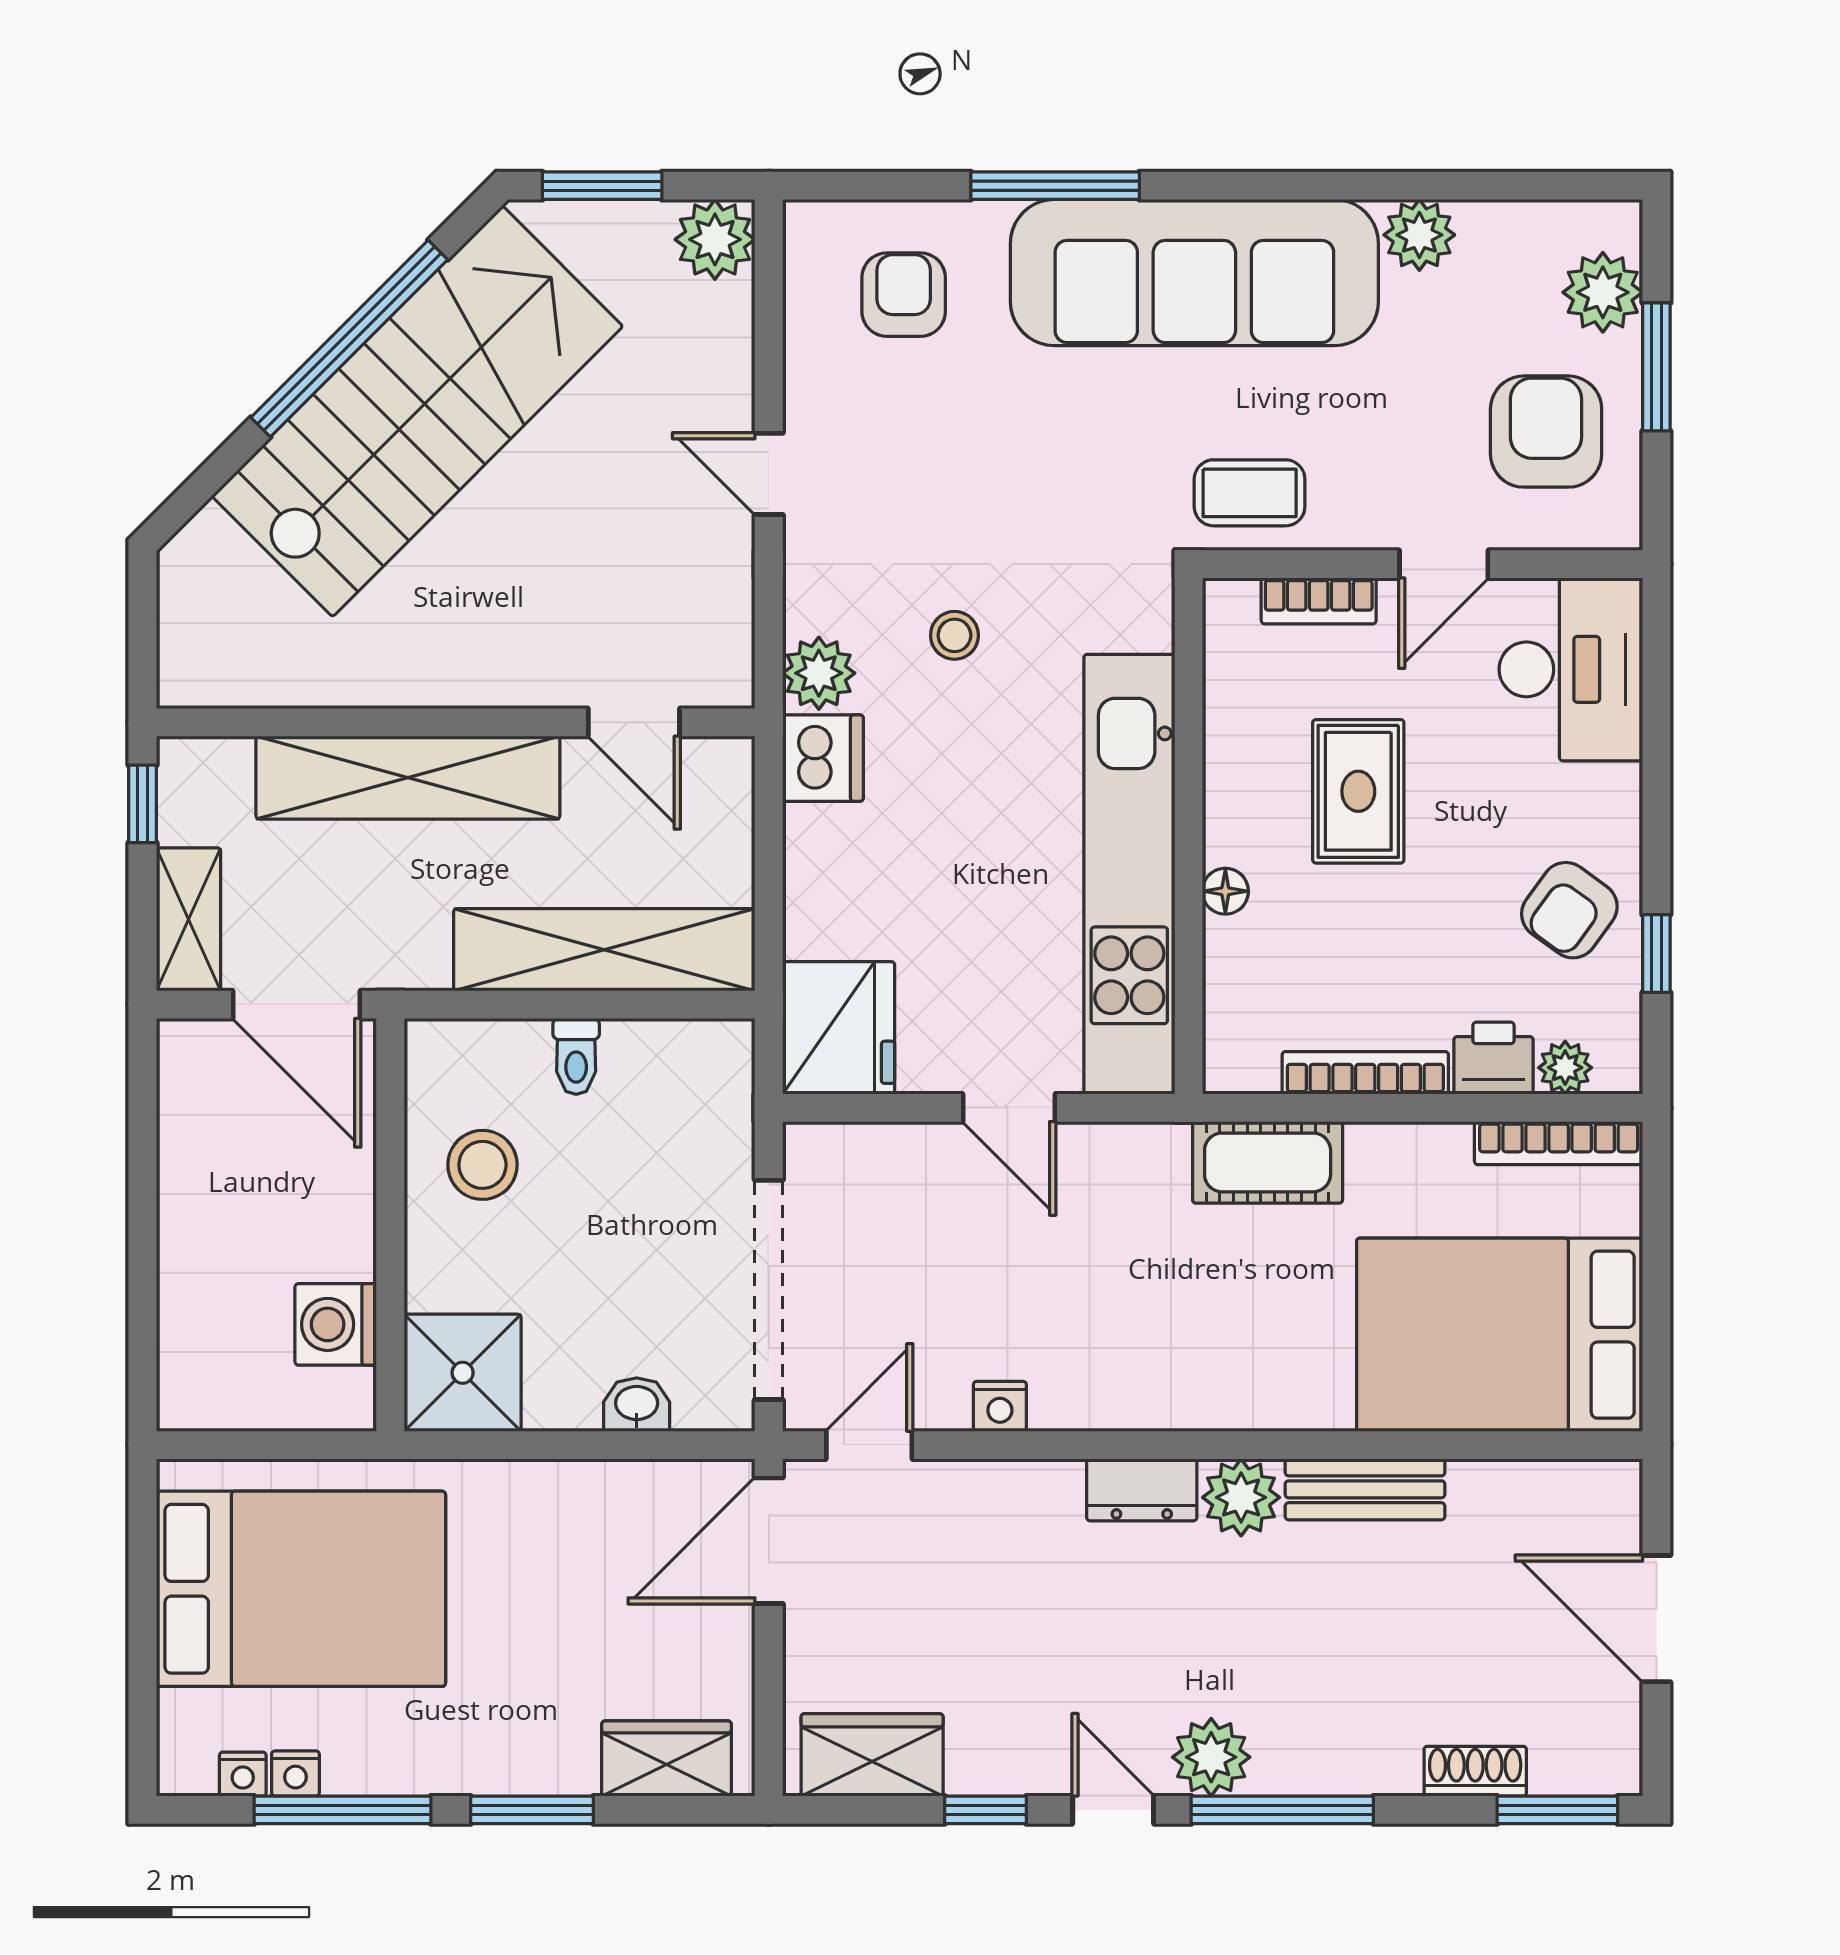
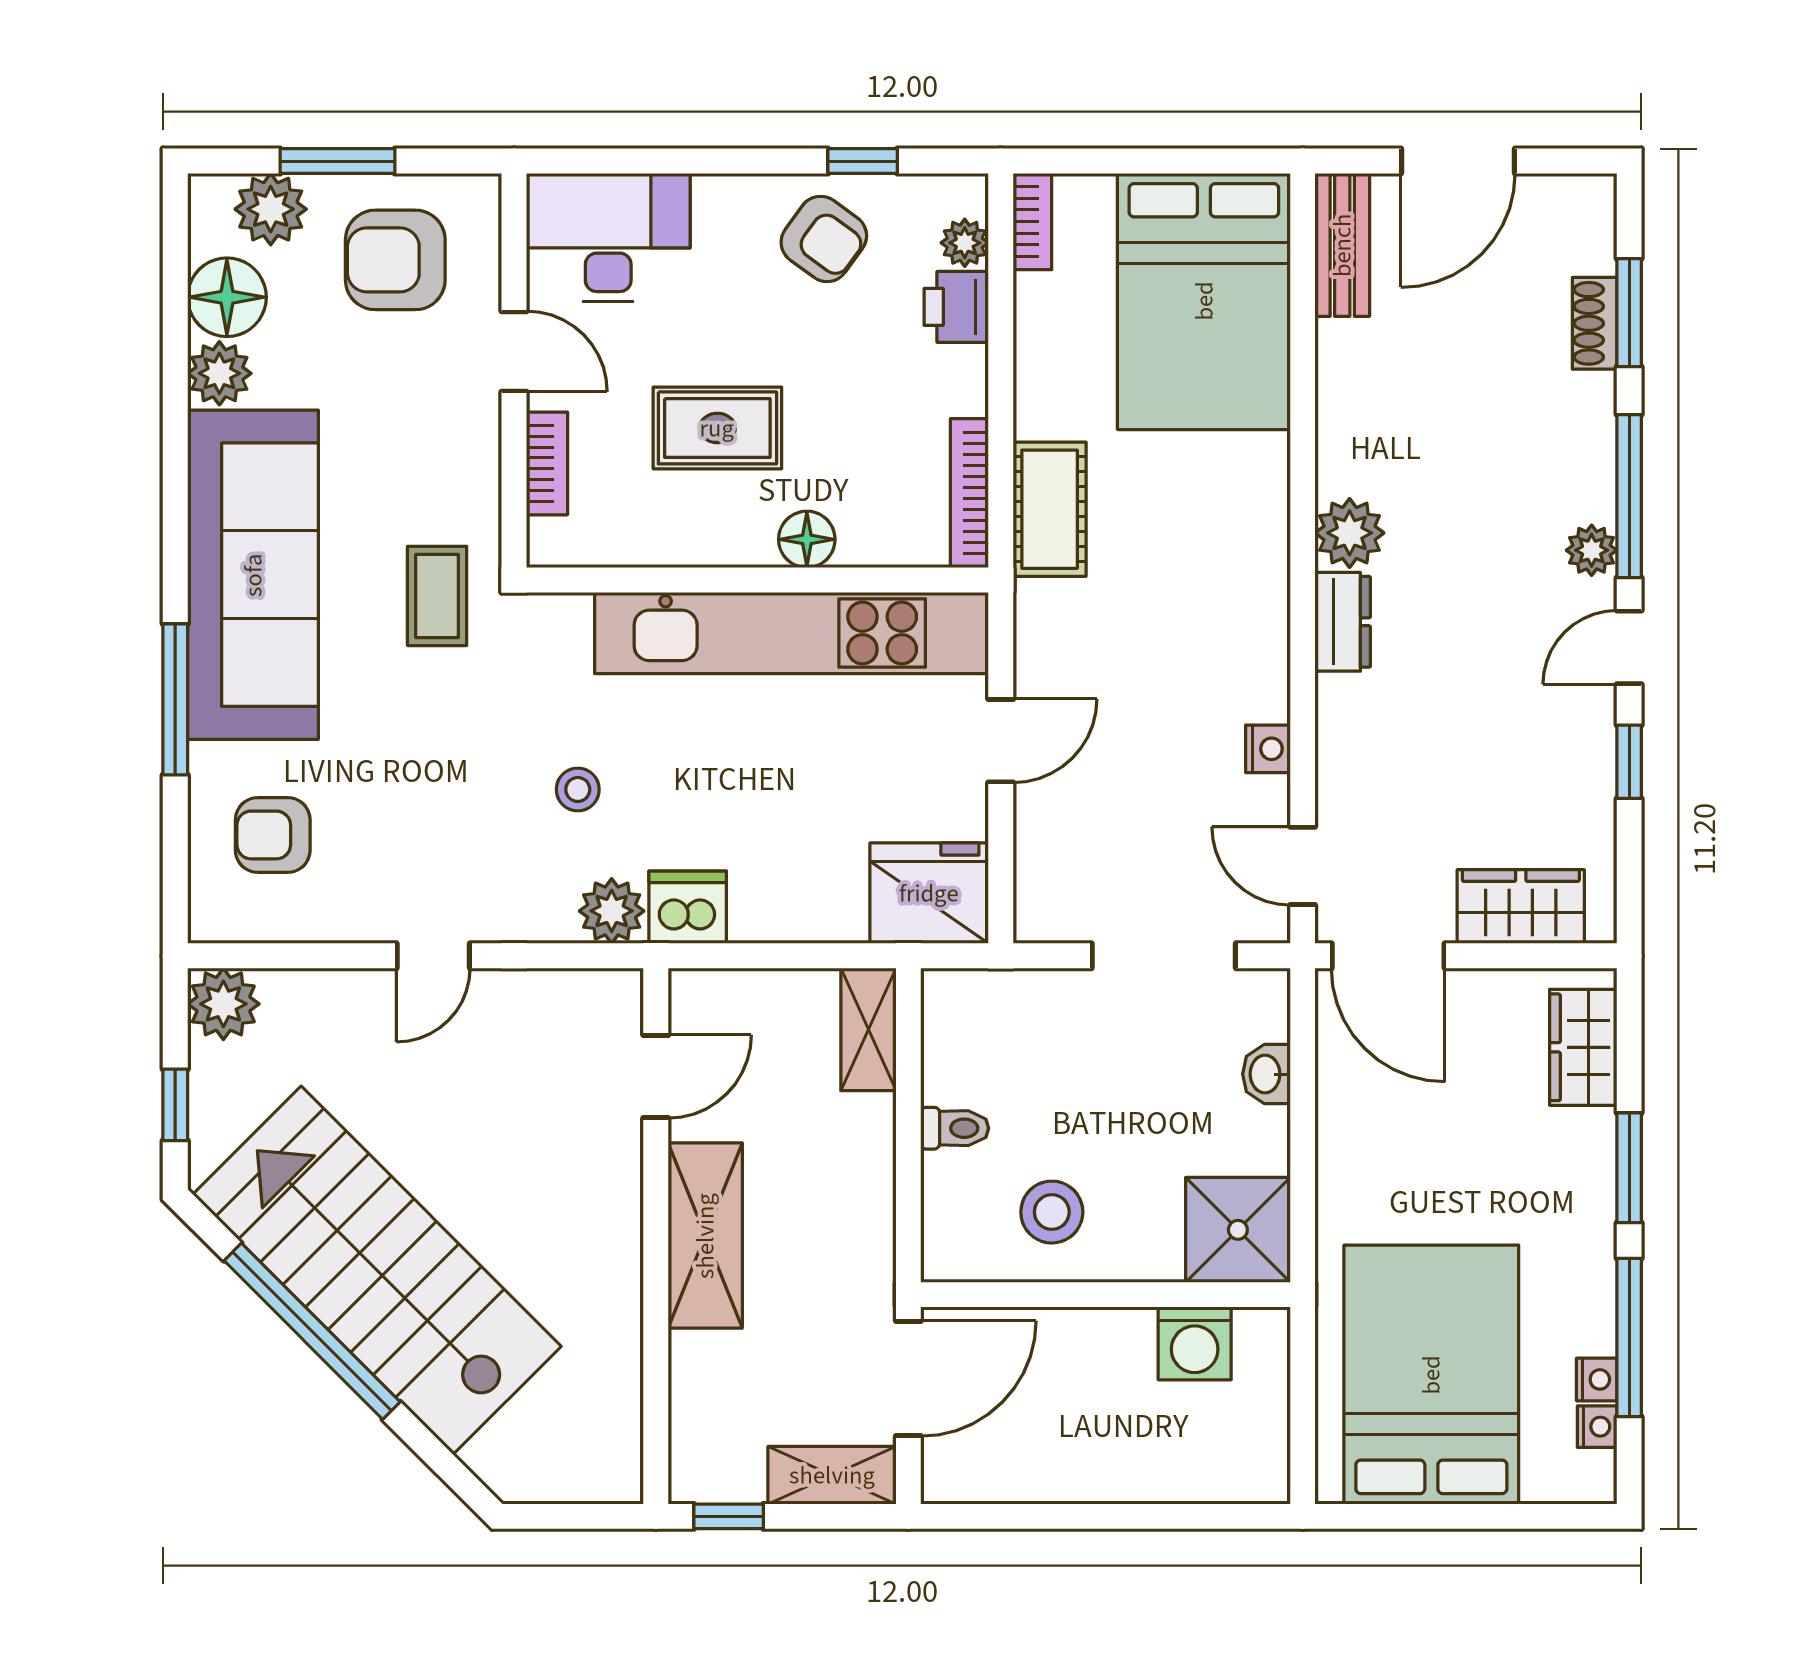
window: (602, 186) -> (175, 1105), width x0.67
floor lamp: (1504, 243) -> (227, 297), added
coffee table: (1250, 493) -> (437, 596), moved
shelving: (408, 778) -> (705, 1236), width x0.68
floor lamp: (1225, 891) -> (807, 539), width x1.37, depth x1.37
shelving: (604, 950) -> (868, 1029), width x0.45, depth x0.75
bookcase: (1365, 1073) -> (969, 493), moved
bookcase: (1559, 1143) -> (1032, 222), width x0.64
doorway: (769, 1290) -> (1164, 956), width x0.73
bench: (1365, 1489) -> (1342, 245), moved
wardrobe: (872, 1755) -> (1521, 907), moved, turned 90
plant: (1211, 1757) -> (1592, 550), width x0.73, depth x0.73
window: (1557, 1810) -> (1629, 313), moved

